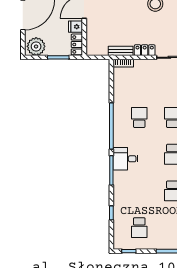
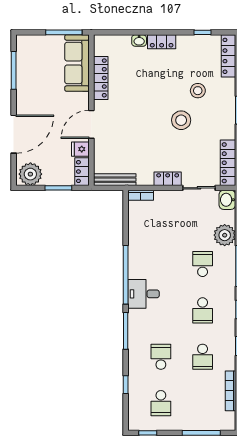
bench: (121, 51) -> (115, 180), moved, width x1.36
school desk: (139, 118) -> (161, 357), moved
desk: (125, 159) -> (143, 294), moved

